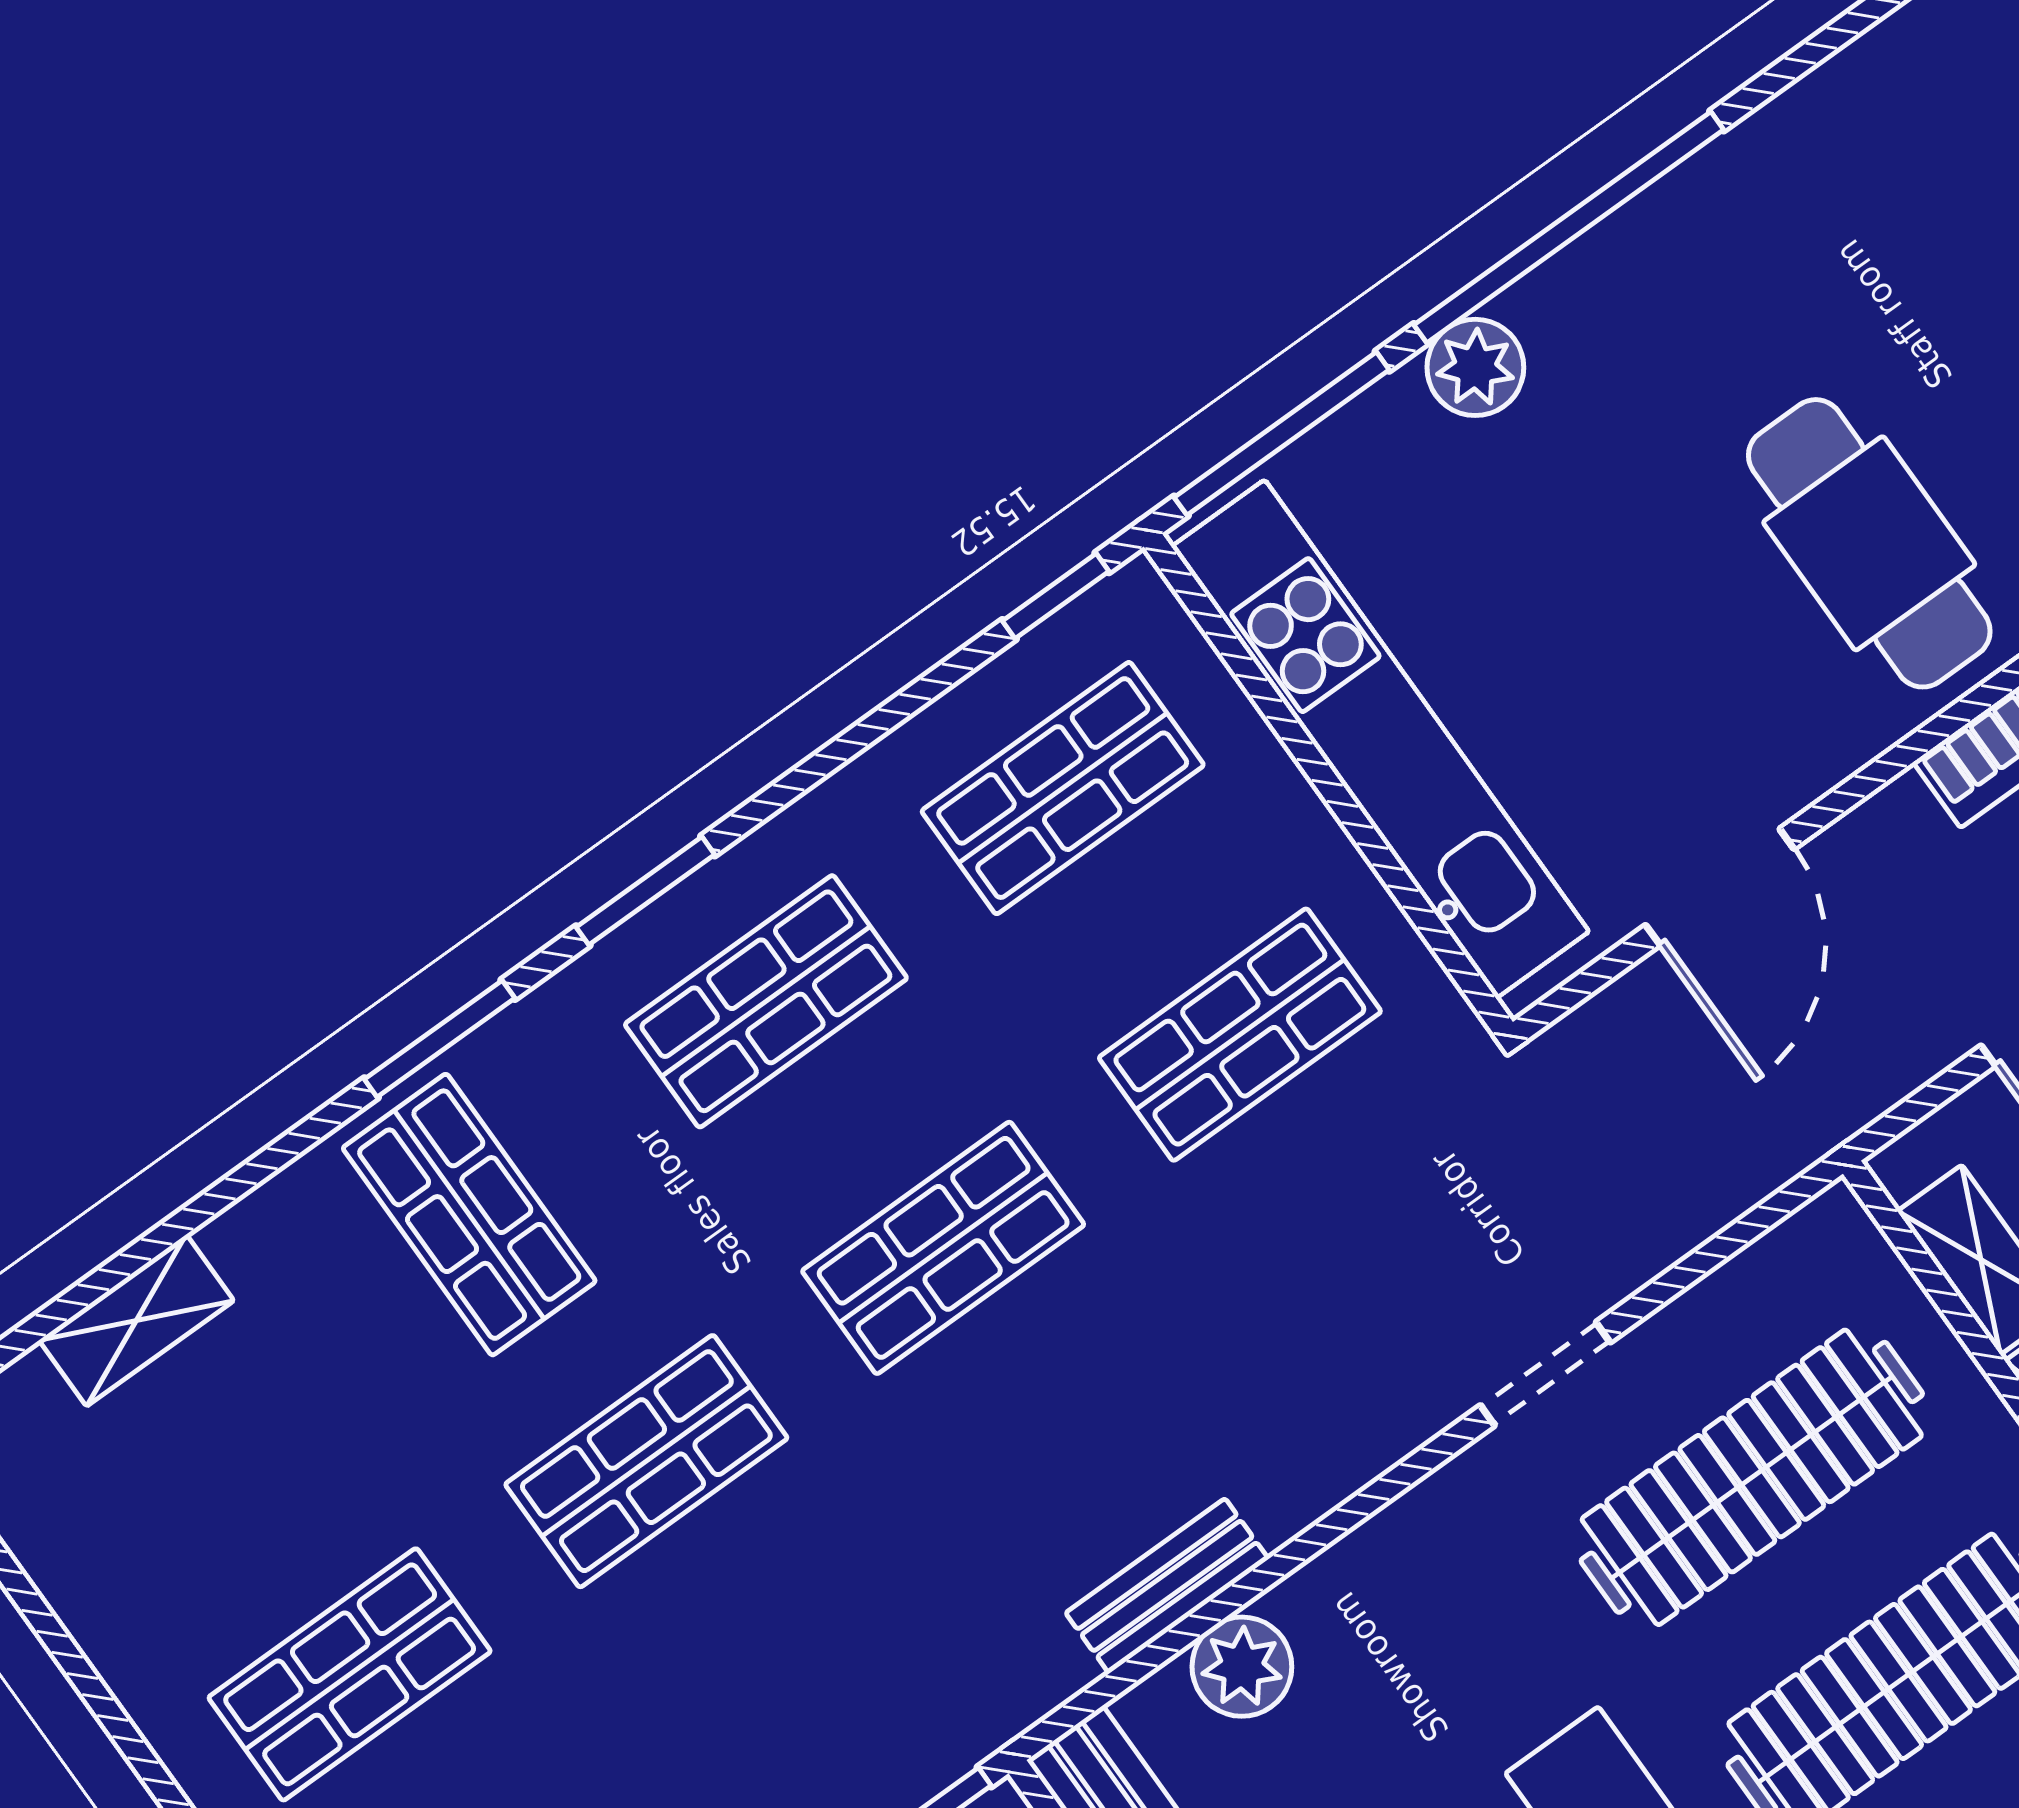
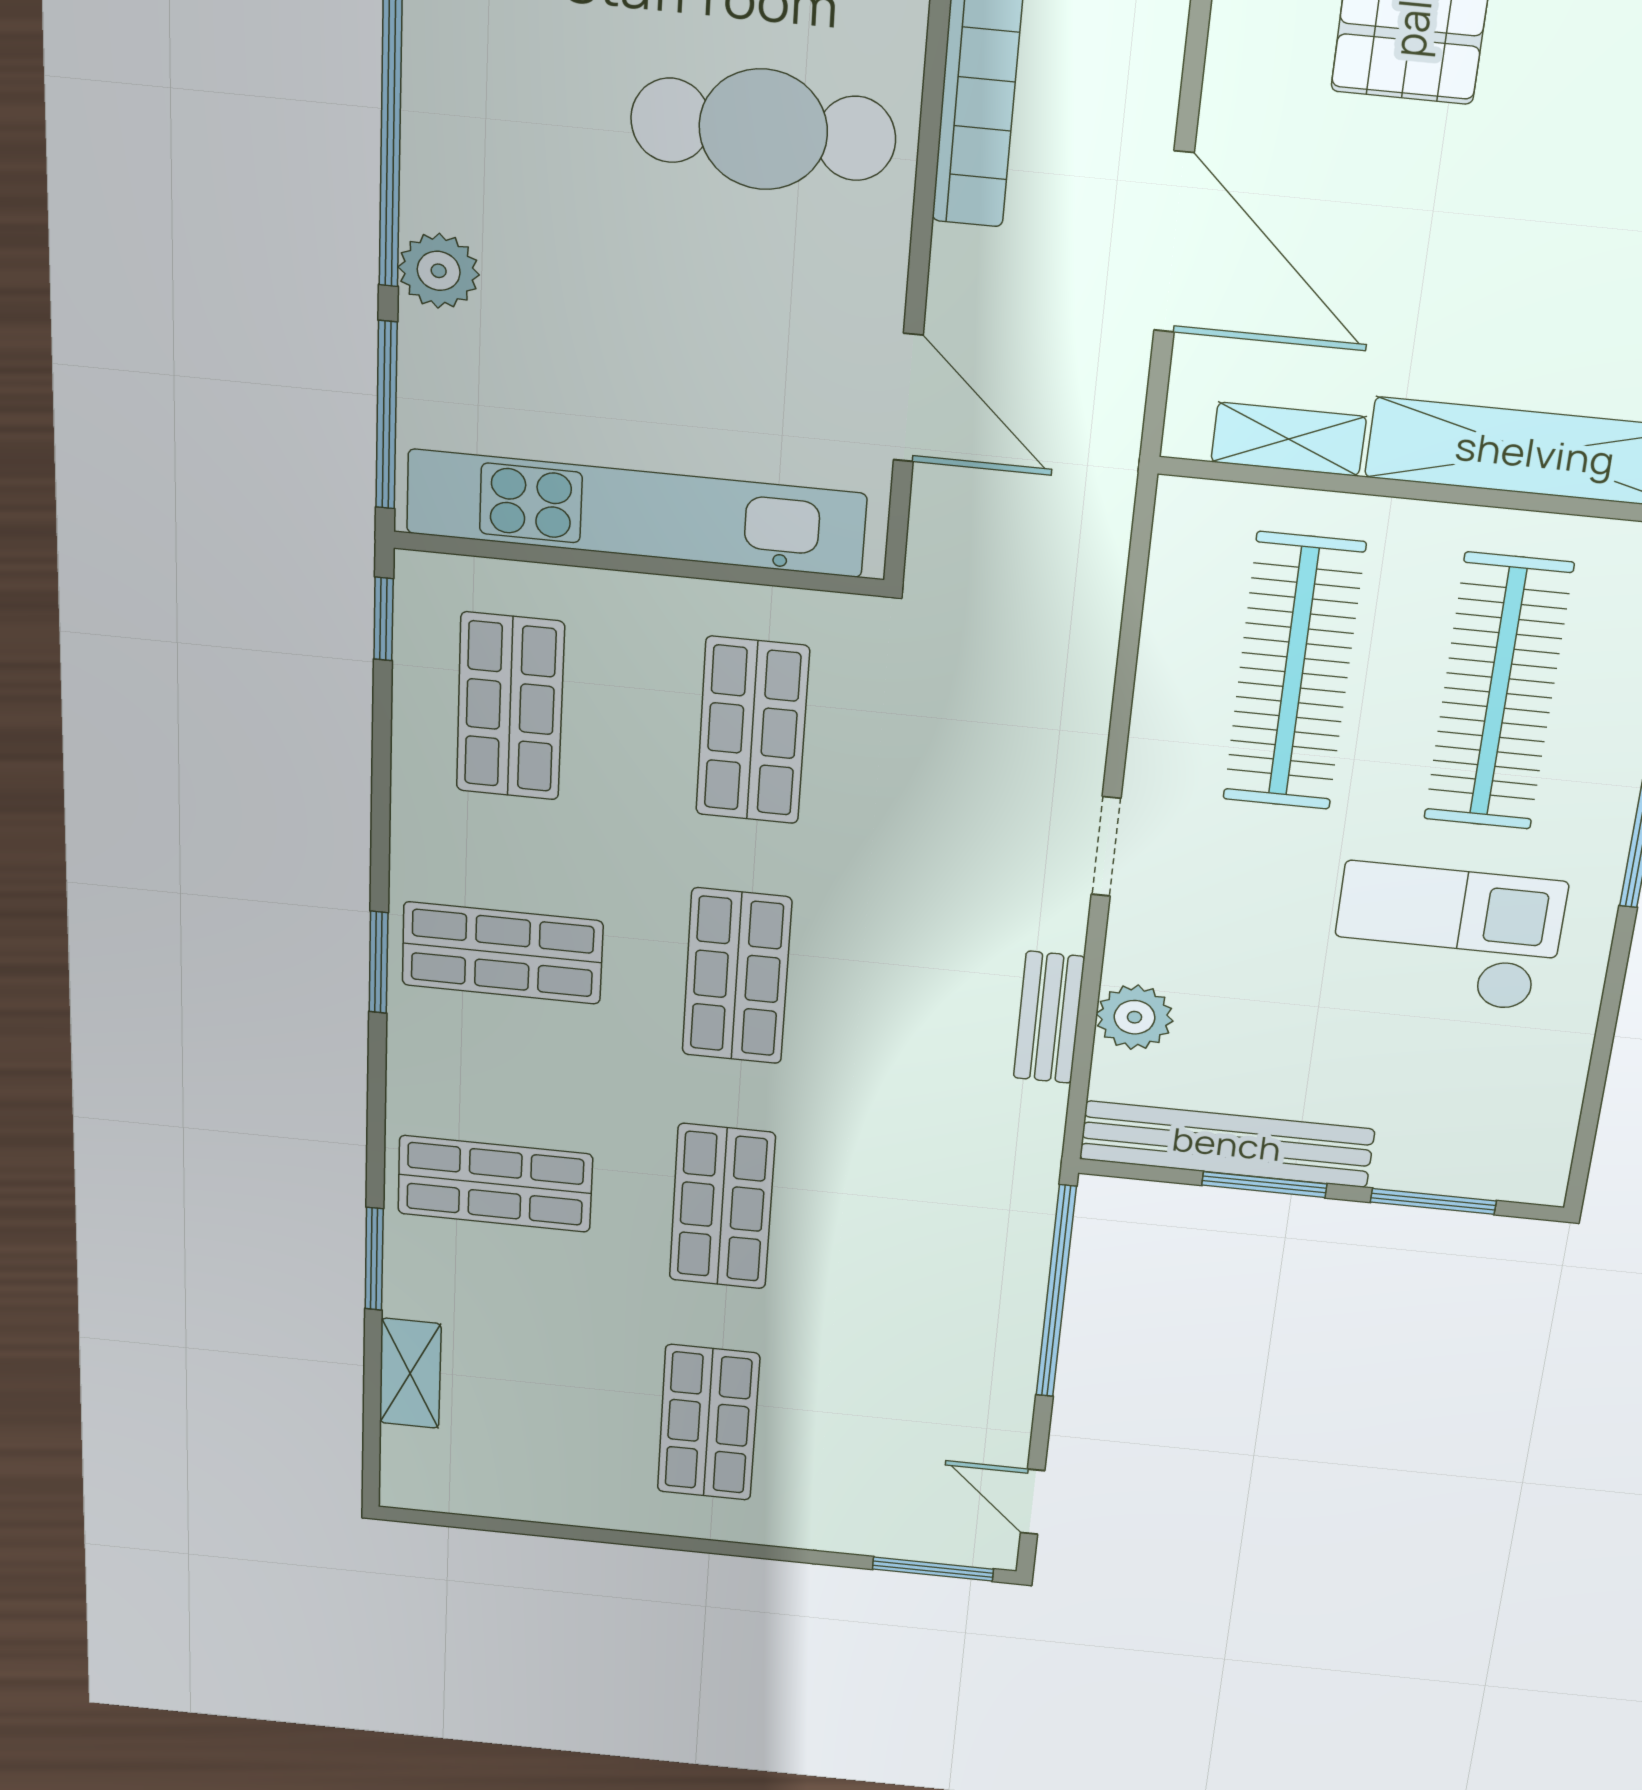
shop shelf: (766, 1001) -> (502, 953), turned 90
window: (440, 1039) -> (374, 1259), moved
doorway: (1545, 1374) -> (1106, 846), moved

